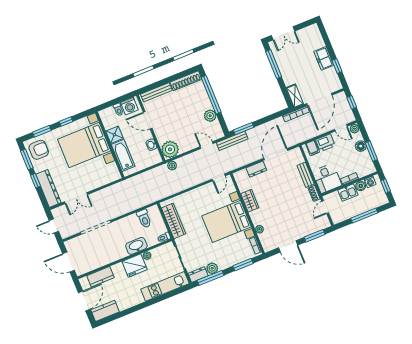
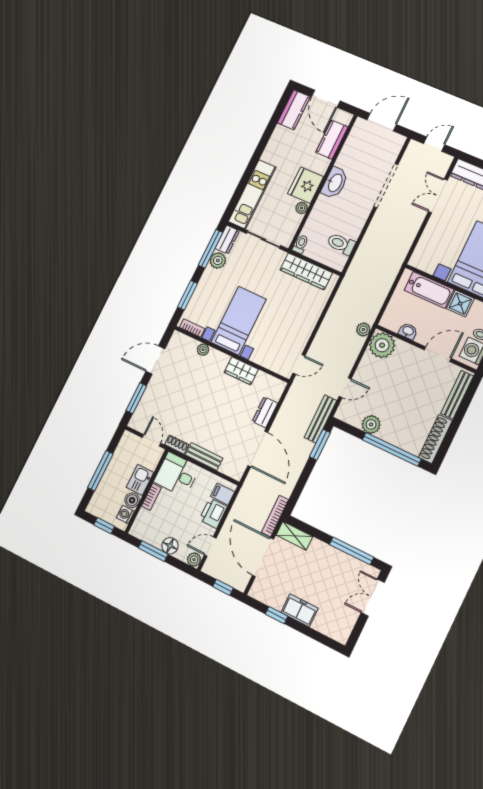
door: (219, 177) -> (299, 364), swing flipped
bed with nightstands: (226, 221) -> (239, 321), width x0.73
washbasin: (136, 246) -> (335, 183), moved

